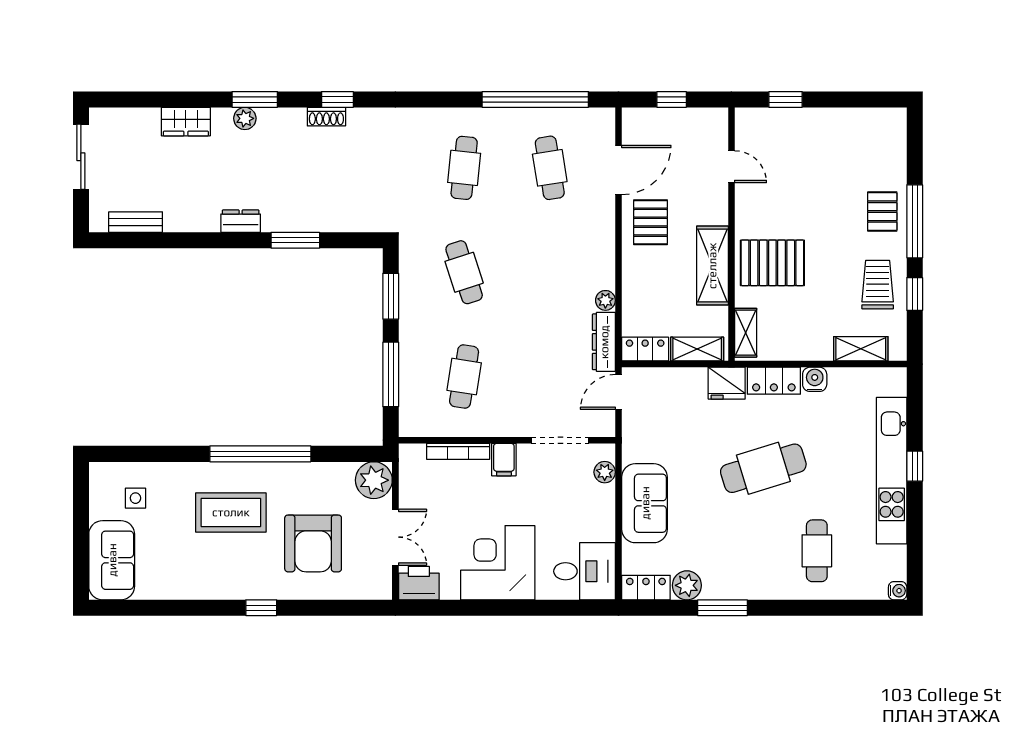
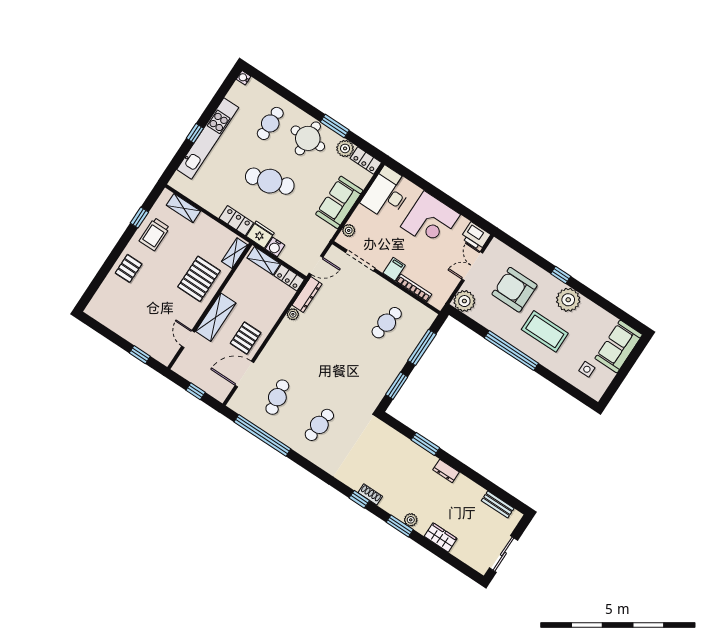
window: (915, 221) -> (116, 253), removed
pallet: (772, 263) -> (199, 279), turned 90
shelving: (712, 266) -> (216, 317), moved
cafe table: (464, 272) -> (353, 374), removed
water cooler: (815, 379) -> (275, 247), moved
armchair: (313, 543) -> (515, 290), turned -90
round table: (749, 565) -> (308, 138), added
desk: (585, 571) -> (387, 194), width x1.37
plant: (227, 579) -> (568, 300), added

